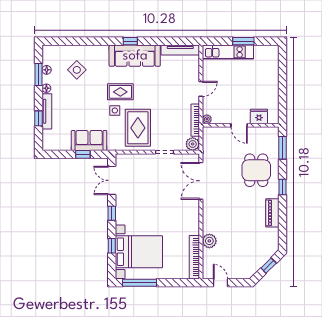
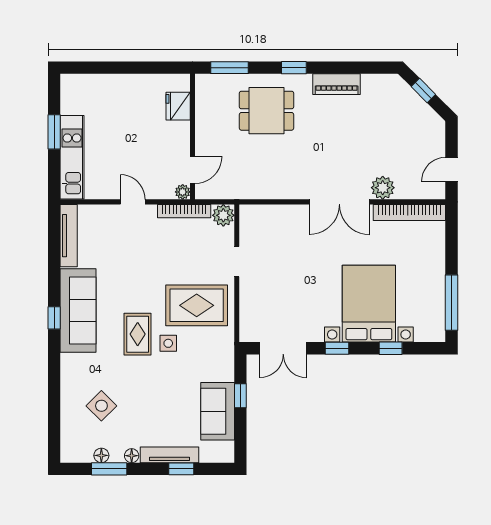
door: (239, 125) -> (193, 170), moved
sofa: (89, 141) -> (218, 411), moved
double door: (201, 181) -> (339, 202), moved
bed with nightstands: (139, 252) -> (369, 304), moved

